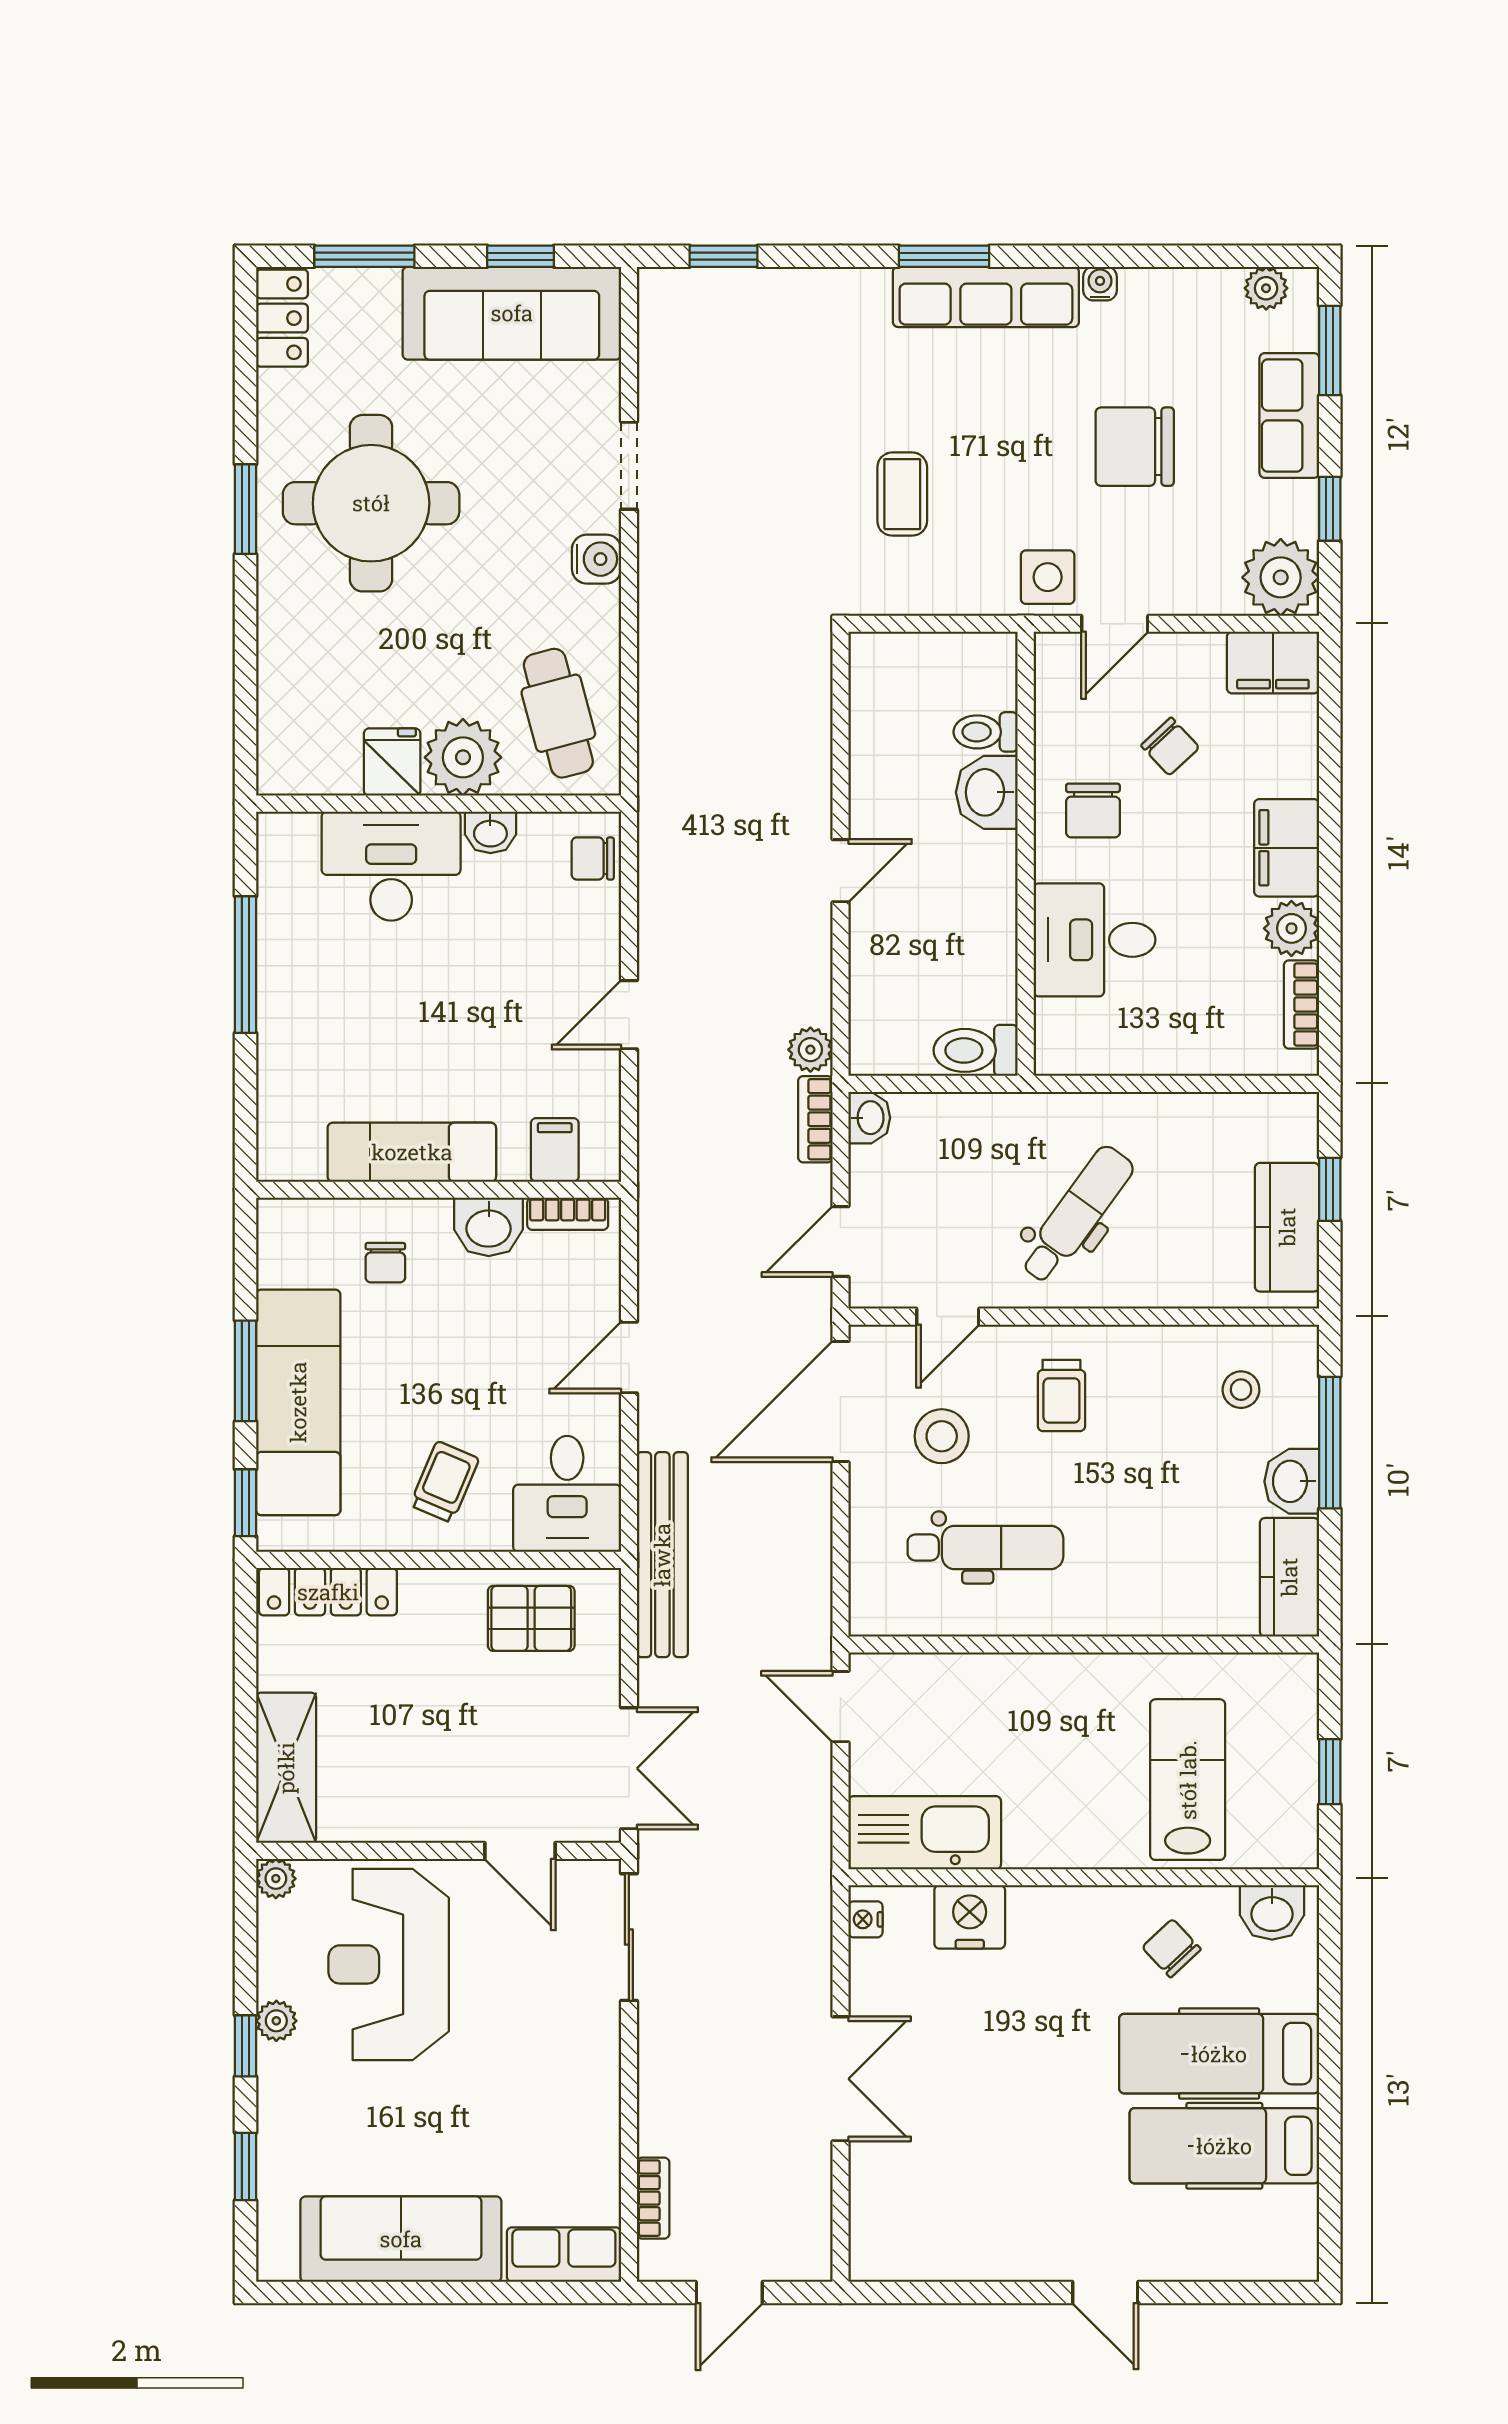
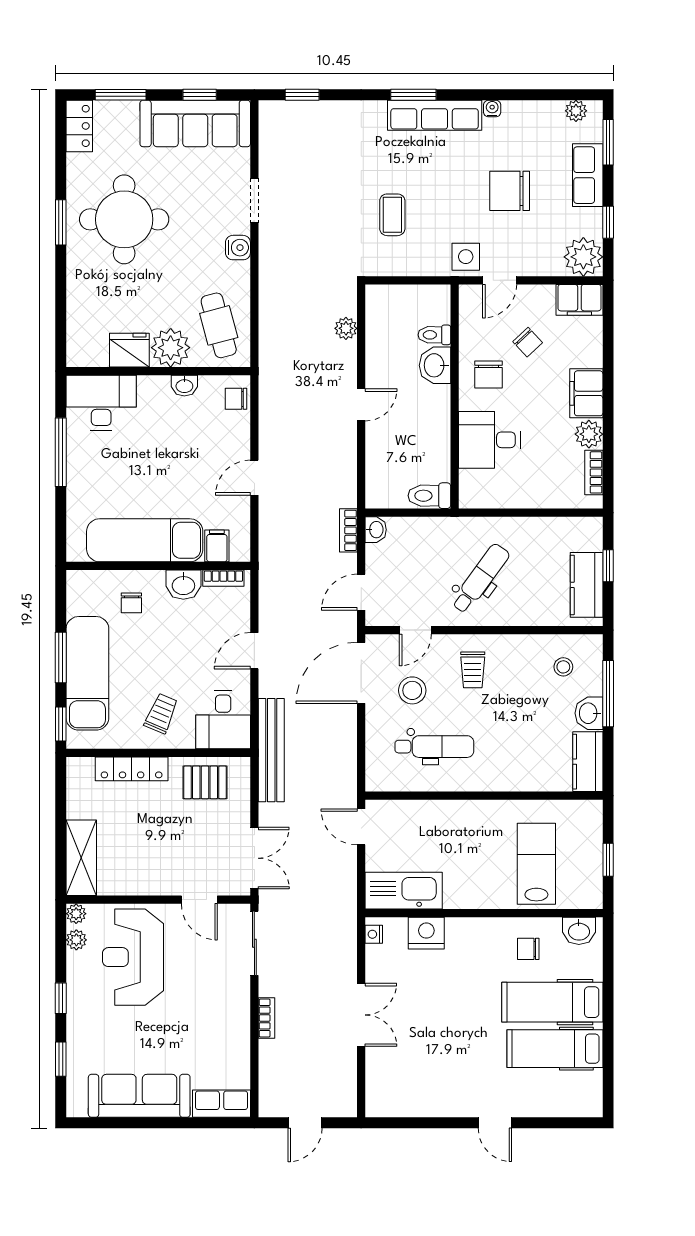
fridge: (392, 762) -> (129, 350), width x1.38
desk: (391, 866) -> (101, 403), moved
plant: (810, 1050) -> (346, 328), moved
exam couch: (412, 1152) -> (145, 540), width x1.36, depth x1.45
locker: (328, 1592) -> (132, 769), moved
chair: (1172, 1948) -> (528, 949), turned -47
plant: (276, 2021) -> (76, 940), moved
bookcase: (653, 2198) -> (267, 1018), moved

